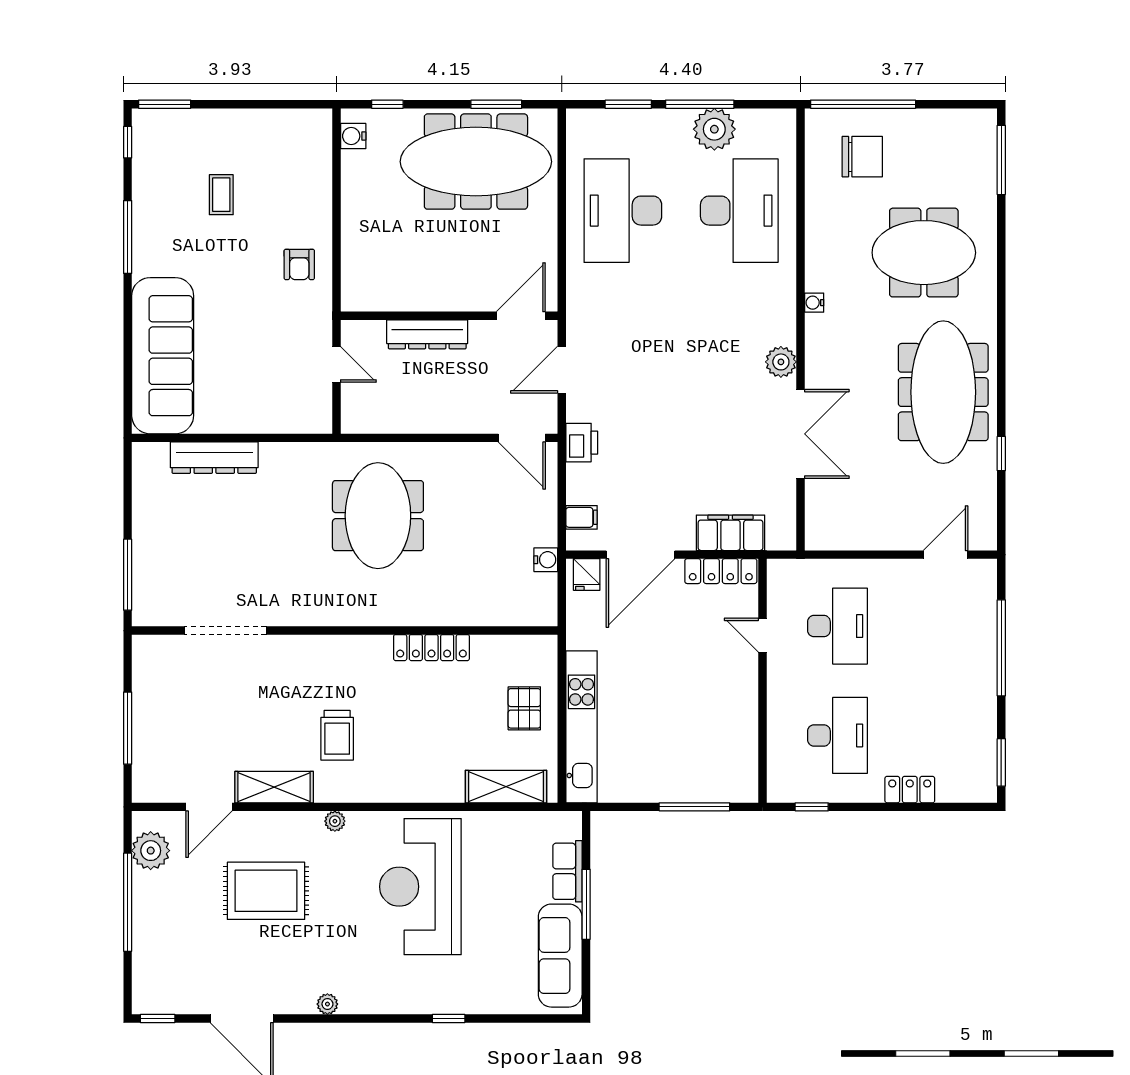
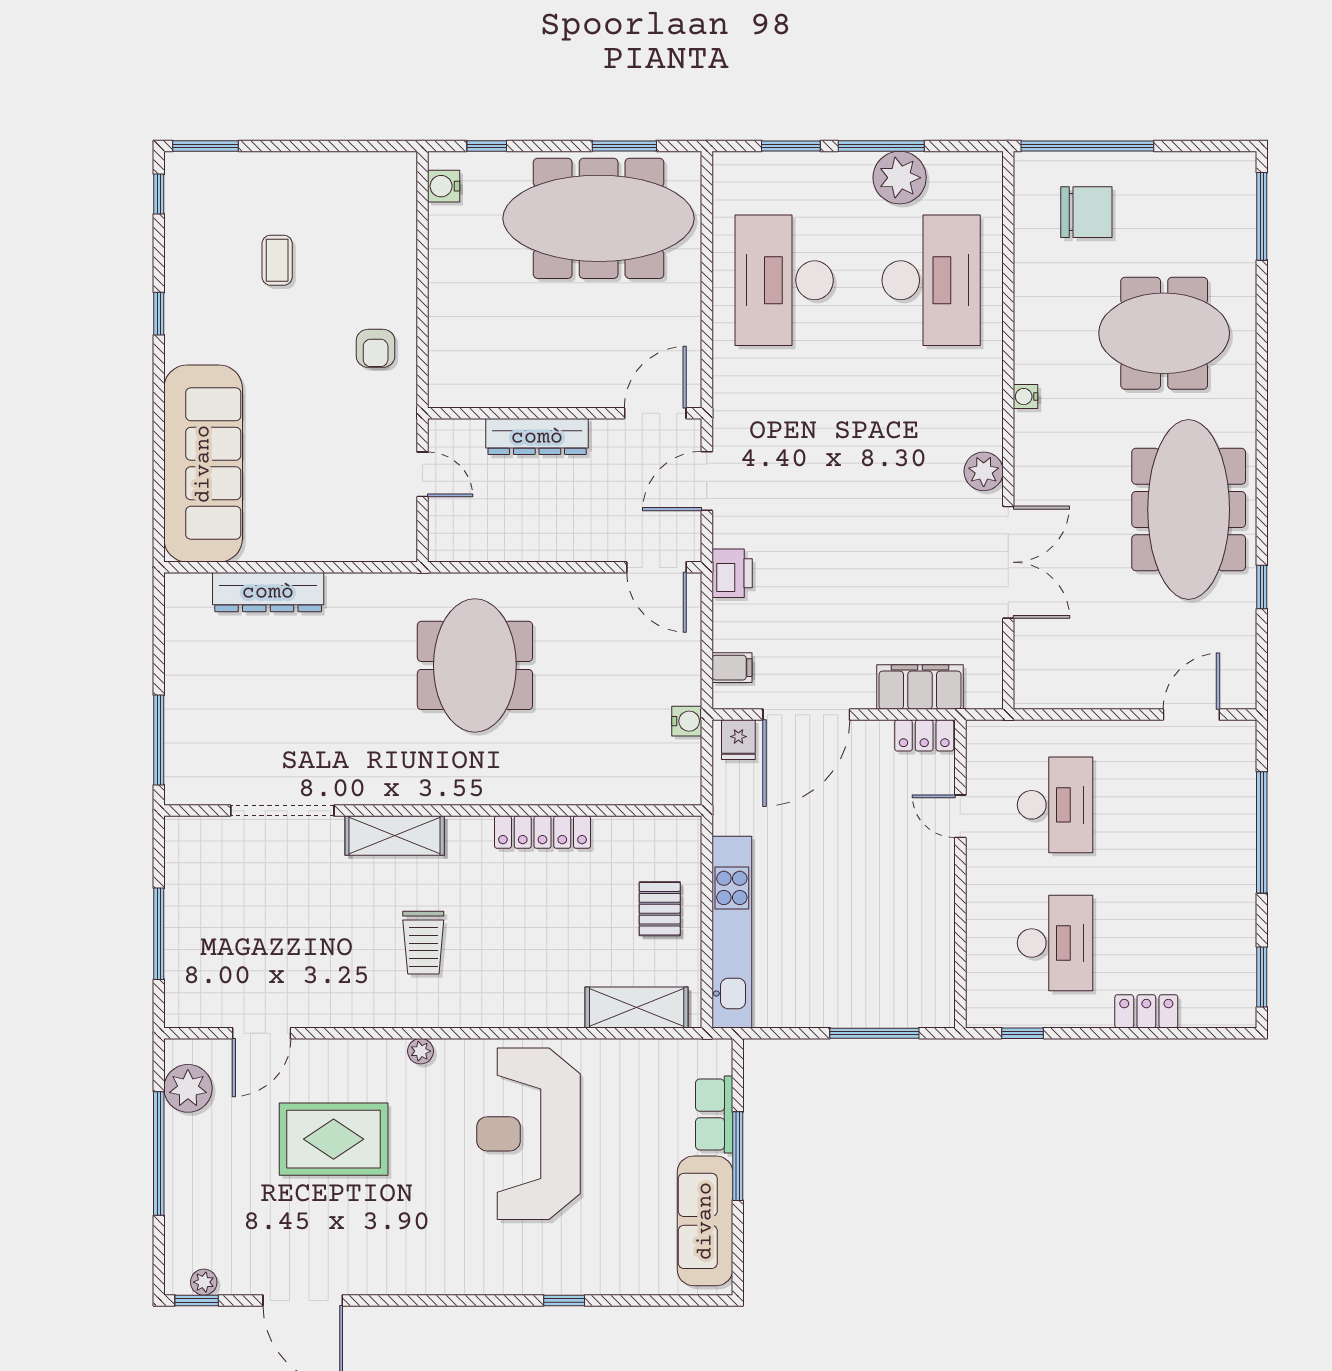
window: (128, 237) -> (159, 314), width x0.46
locker: (721, 571) -> (924, 735), width x0.66
shelving: (274, 787) -> (395, 835), moved
plant: (327, 1004) -> (204, 1282), moved

